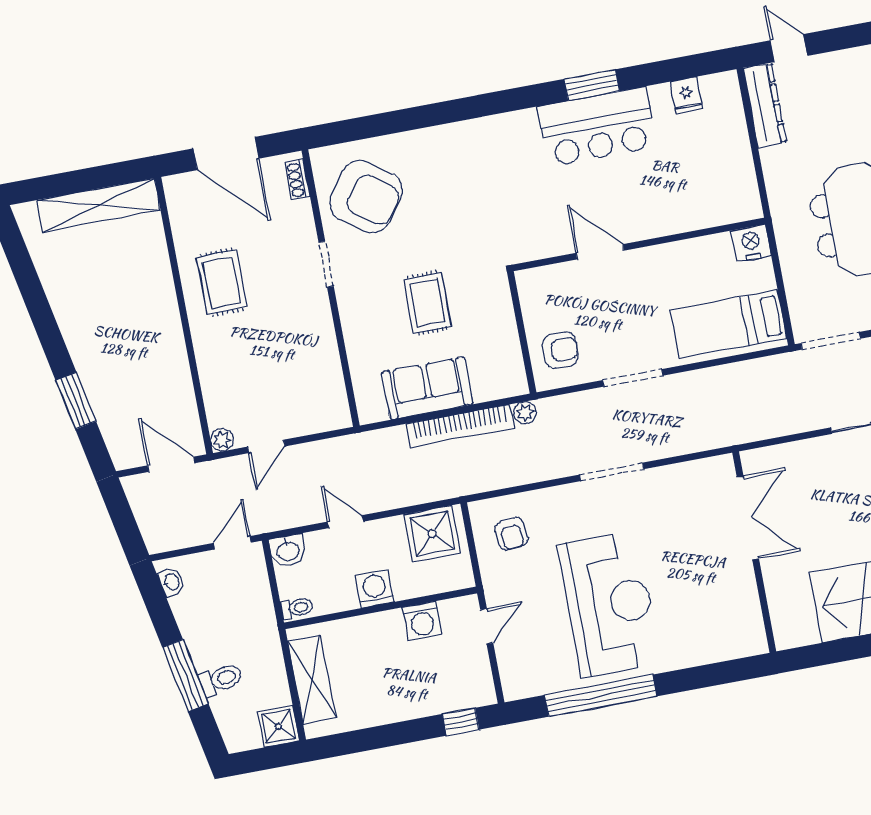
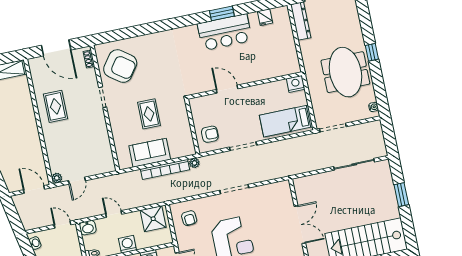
double door: (748, 518) -> (300, 225), moved
door: (232, 543) -> (62, 225), hinge flipped

